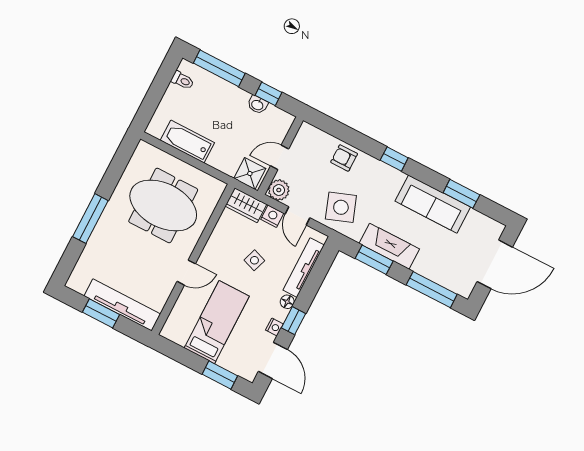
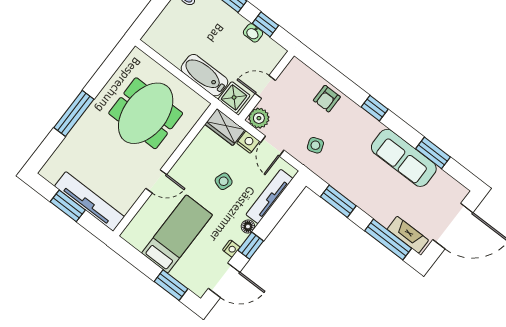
bathtub: (187, 142) -> (204, 75), moved
armchair: (344, 158) -> (327, 99), turned -90
meeting table: (163, 205) -> (146, 113), turned 90
side table: (341, 207) -> (315, 145), width x0.54, depth x0.54
fireplace: (389, 246) -> (408, 235), moved, width x0.73, depth x0.76
door: (273, 360) -> (224, 280), hinge flipped

